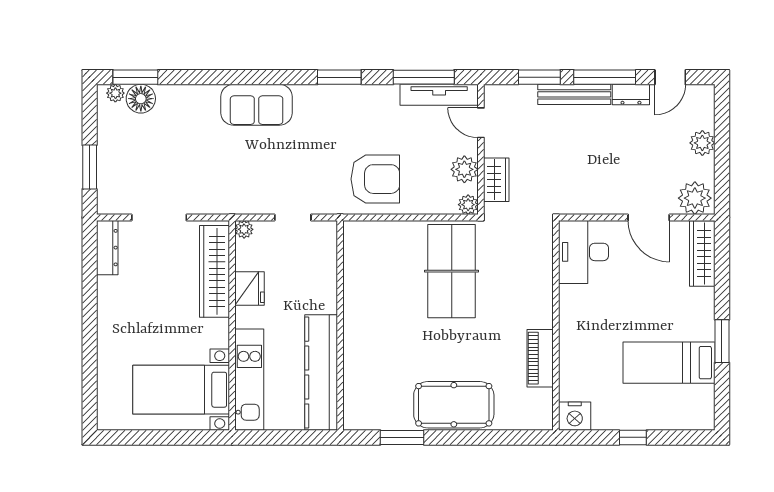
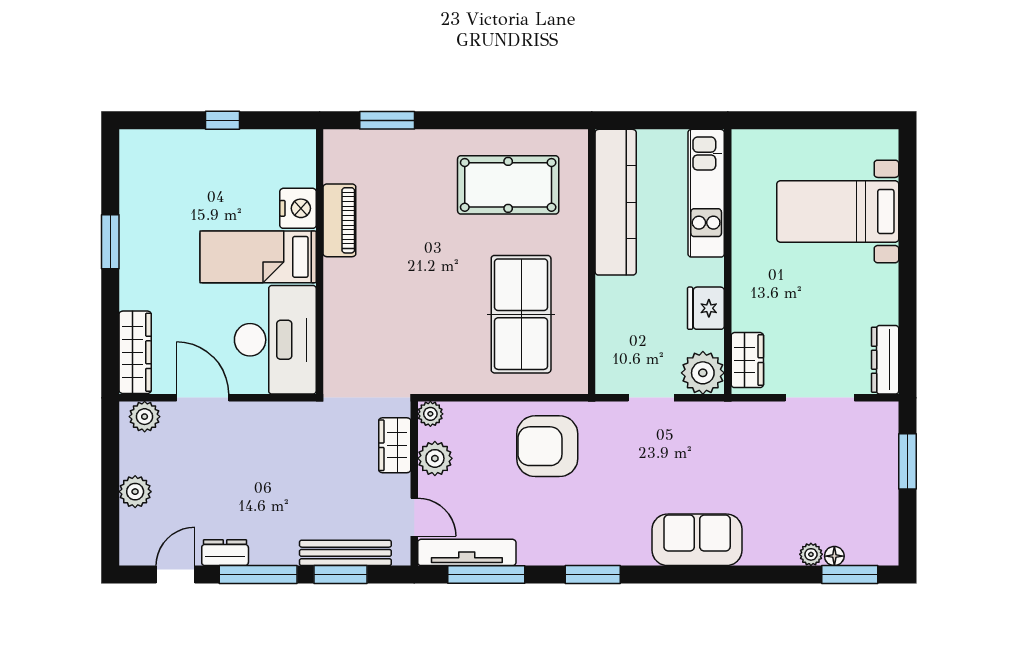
plant: (115, 93) -> (811, 554), moved
bench: (574, 94) -> (345, 553), moved
floor lamp: (141, 99) -> (834, 556), width x0.53, depth x0.53
plant: (695, 198) -> (145, 417), width x0.73, depth x0.73
plant: (244, 229) -> (703, 373), width x1.87, depth x1.87
desk: (584, 252) -> (275, 340), width x1.36, depth x1.30
wardrobe: (214, 271) -> (747, 360), width x0.48, depth x0.85
table tennis table: (452, 271) -> (521, 314), moved
bed: (669, 363) -> (258, 257), moved, turned 180
bed with nightstands: (181, 390) -> (838, 211), moved, turned 180
pool table: (454, 405) -> (508, 185), moved
nightstand: (575, 416) -> (298, 208), moved, turned 90
window: (402, 437) -> (387, 120), moved

